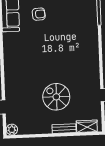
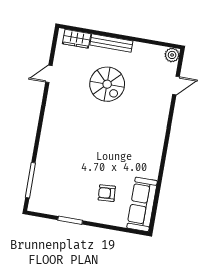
bench: (64, 129) -> (111, 43), width x1.36

